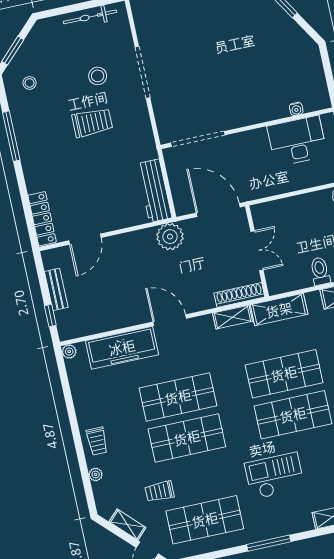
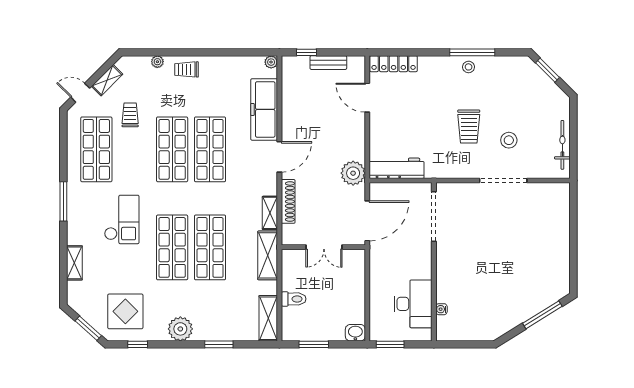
stool: (29, 83) -> (469, 67), moved
shoe rack: (239, 295) -> (288, 201), moved

